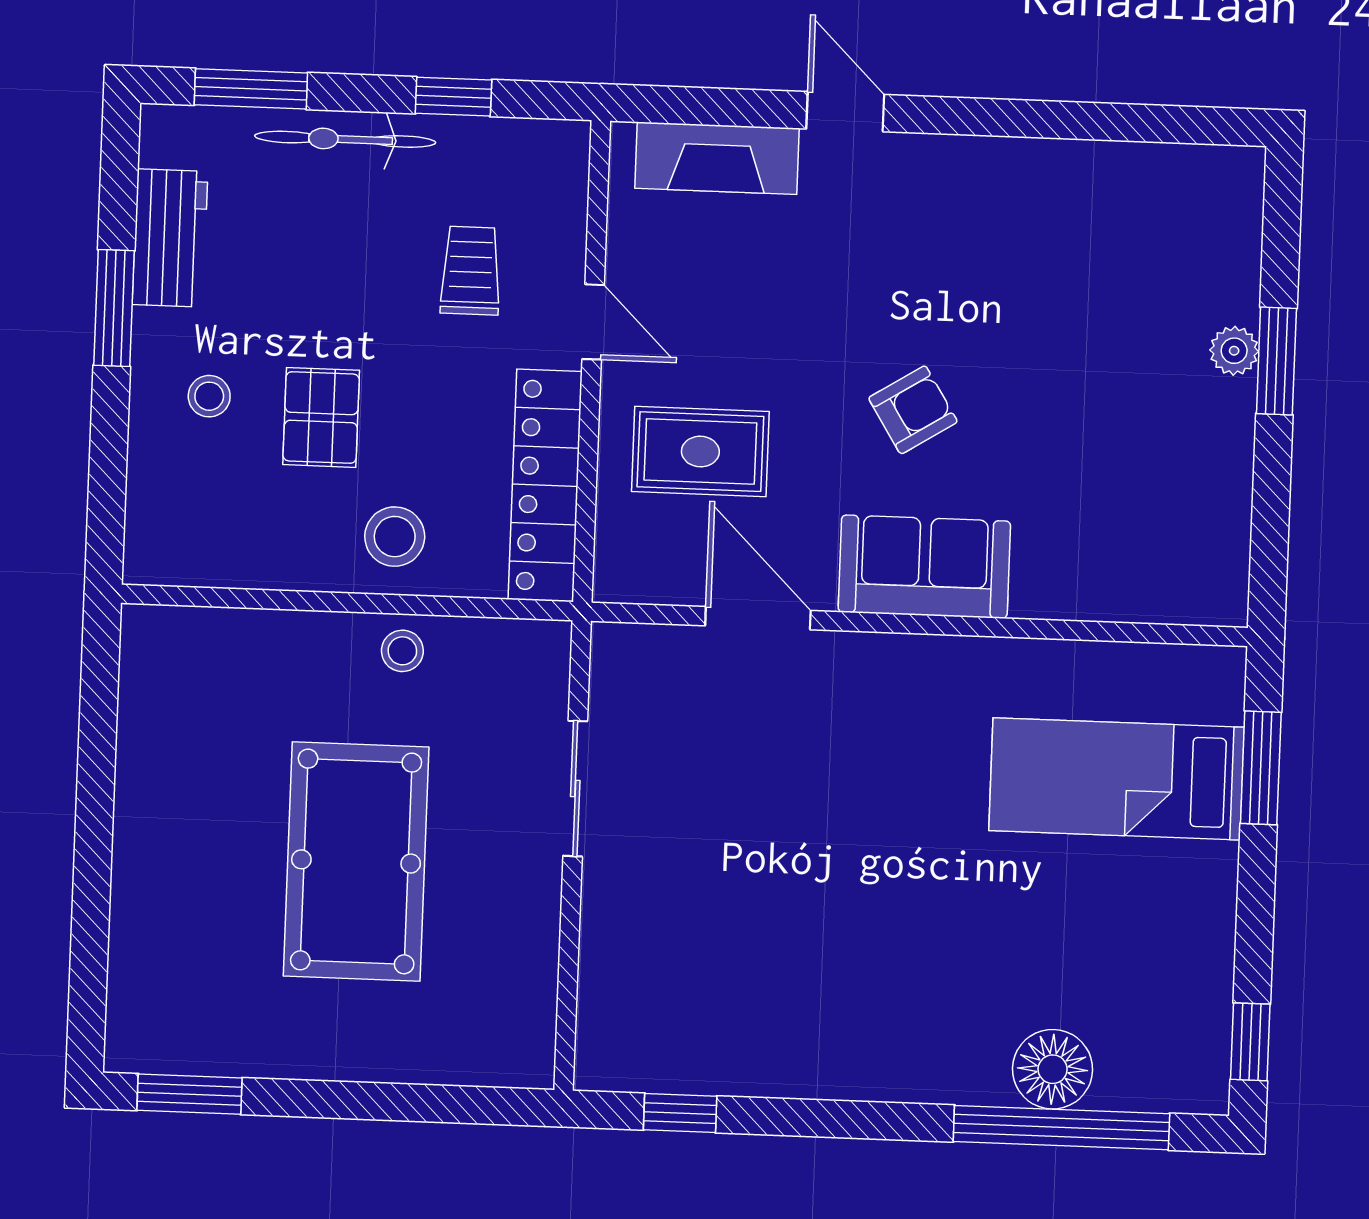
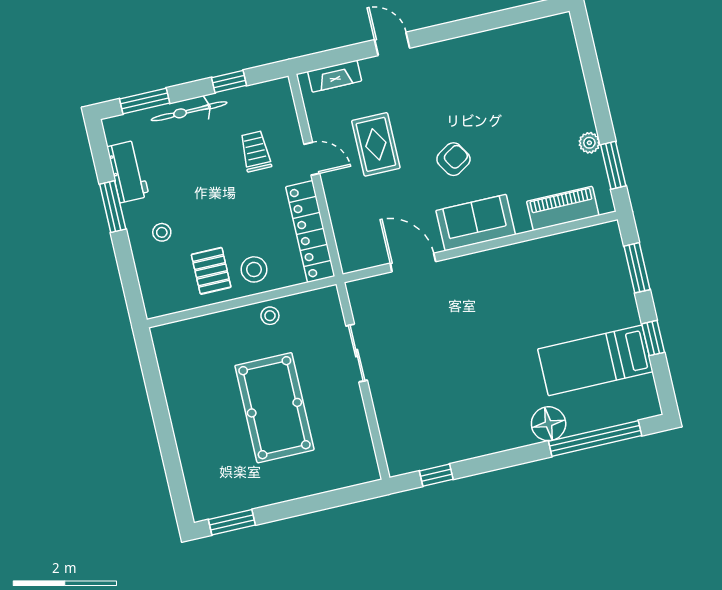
fireplace: (717, 158) -> (335, 76), width x0.73, depth x0.76
plant: (1234, 351) -> (589, 143), moved
window: (1276, 361) -> (613, 165), moved
pallet: (321, 417) -> (211, 271), moved
rug: (700, 452) -> (376, 144), moved, turned 90
piano: (1130, 588) -> (563, 208), added
bed: (1117, 779) -> (595, 360), moved
window: (1250, 1042) -> (653, 338), moved
floor lamp: (1053, 1069) -> (549, 424), moved

